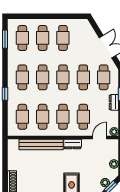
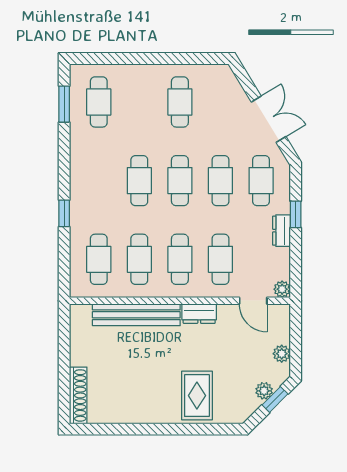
cafe table: (43, 38) -> (139, 102), removed
cafe table: (22, 77) -> (99, 181), removed
door: (100, 137) -> (253, 301), swing flipped

